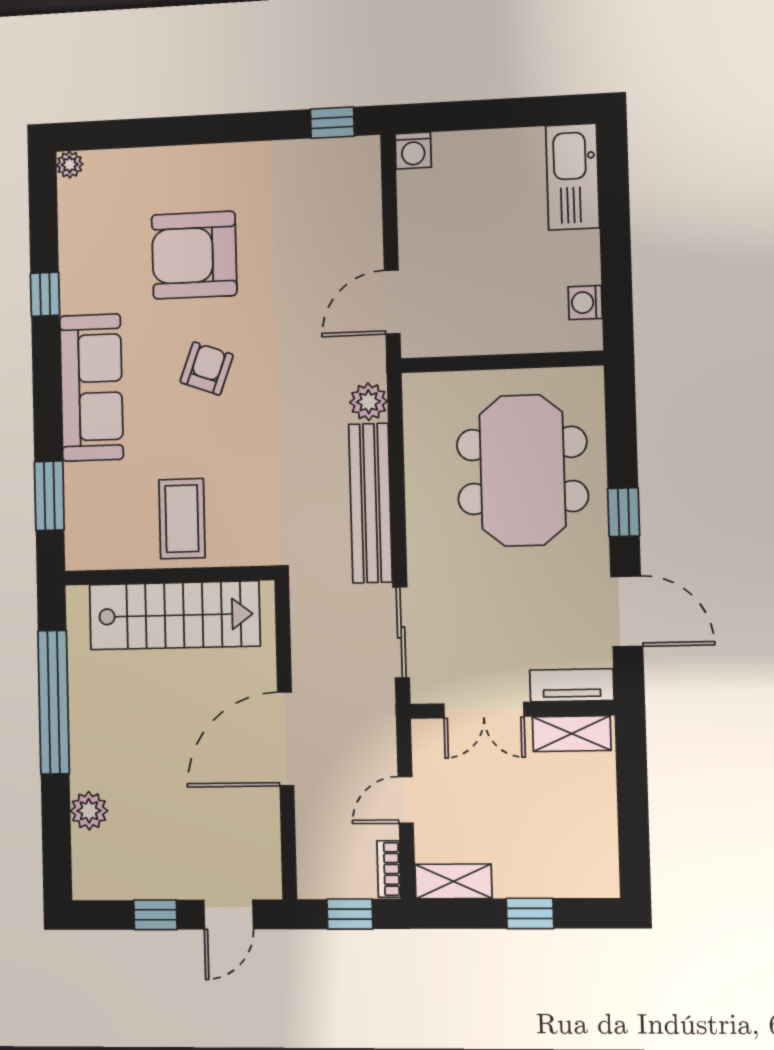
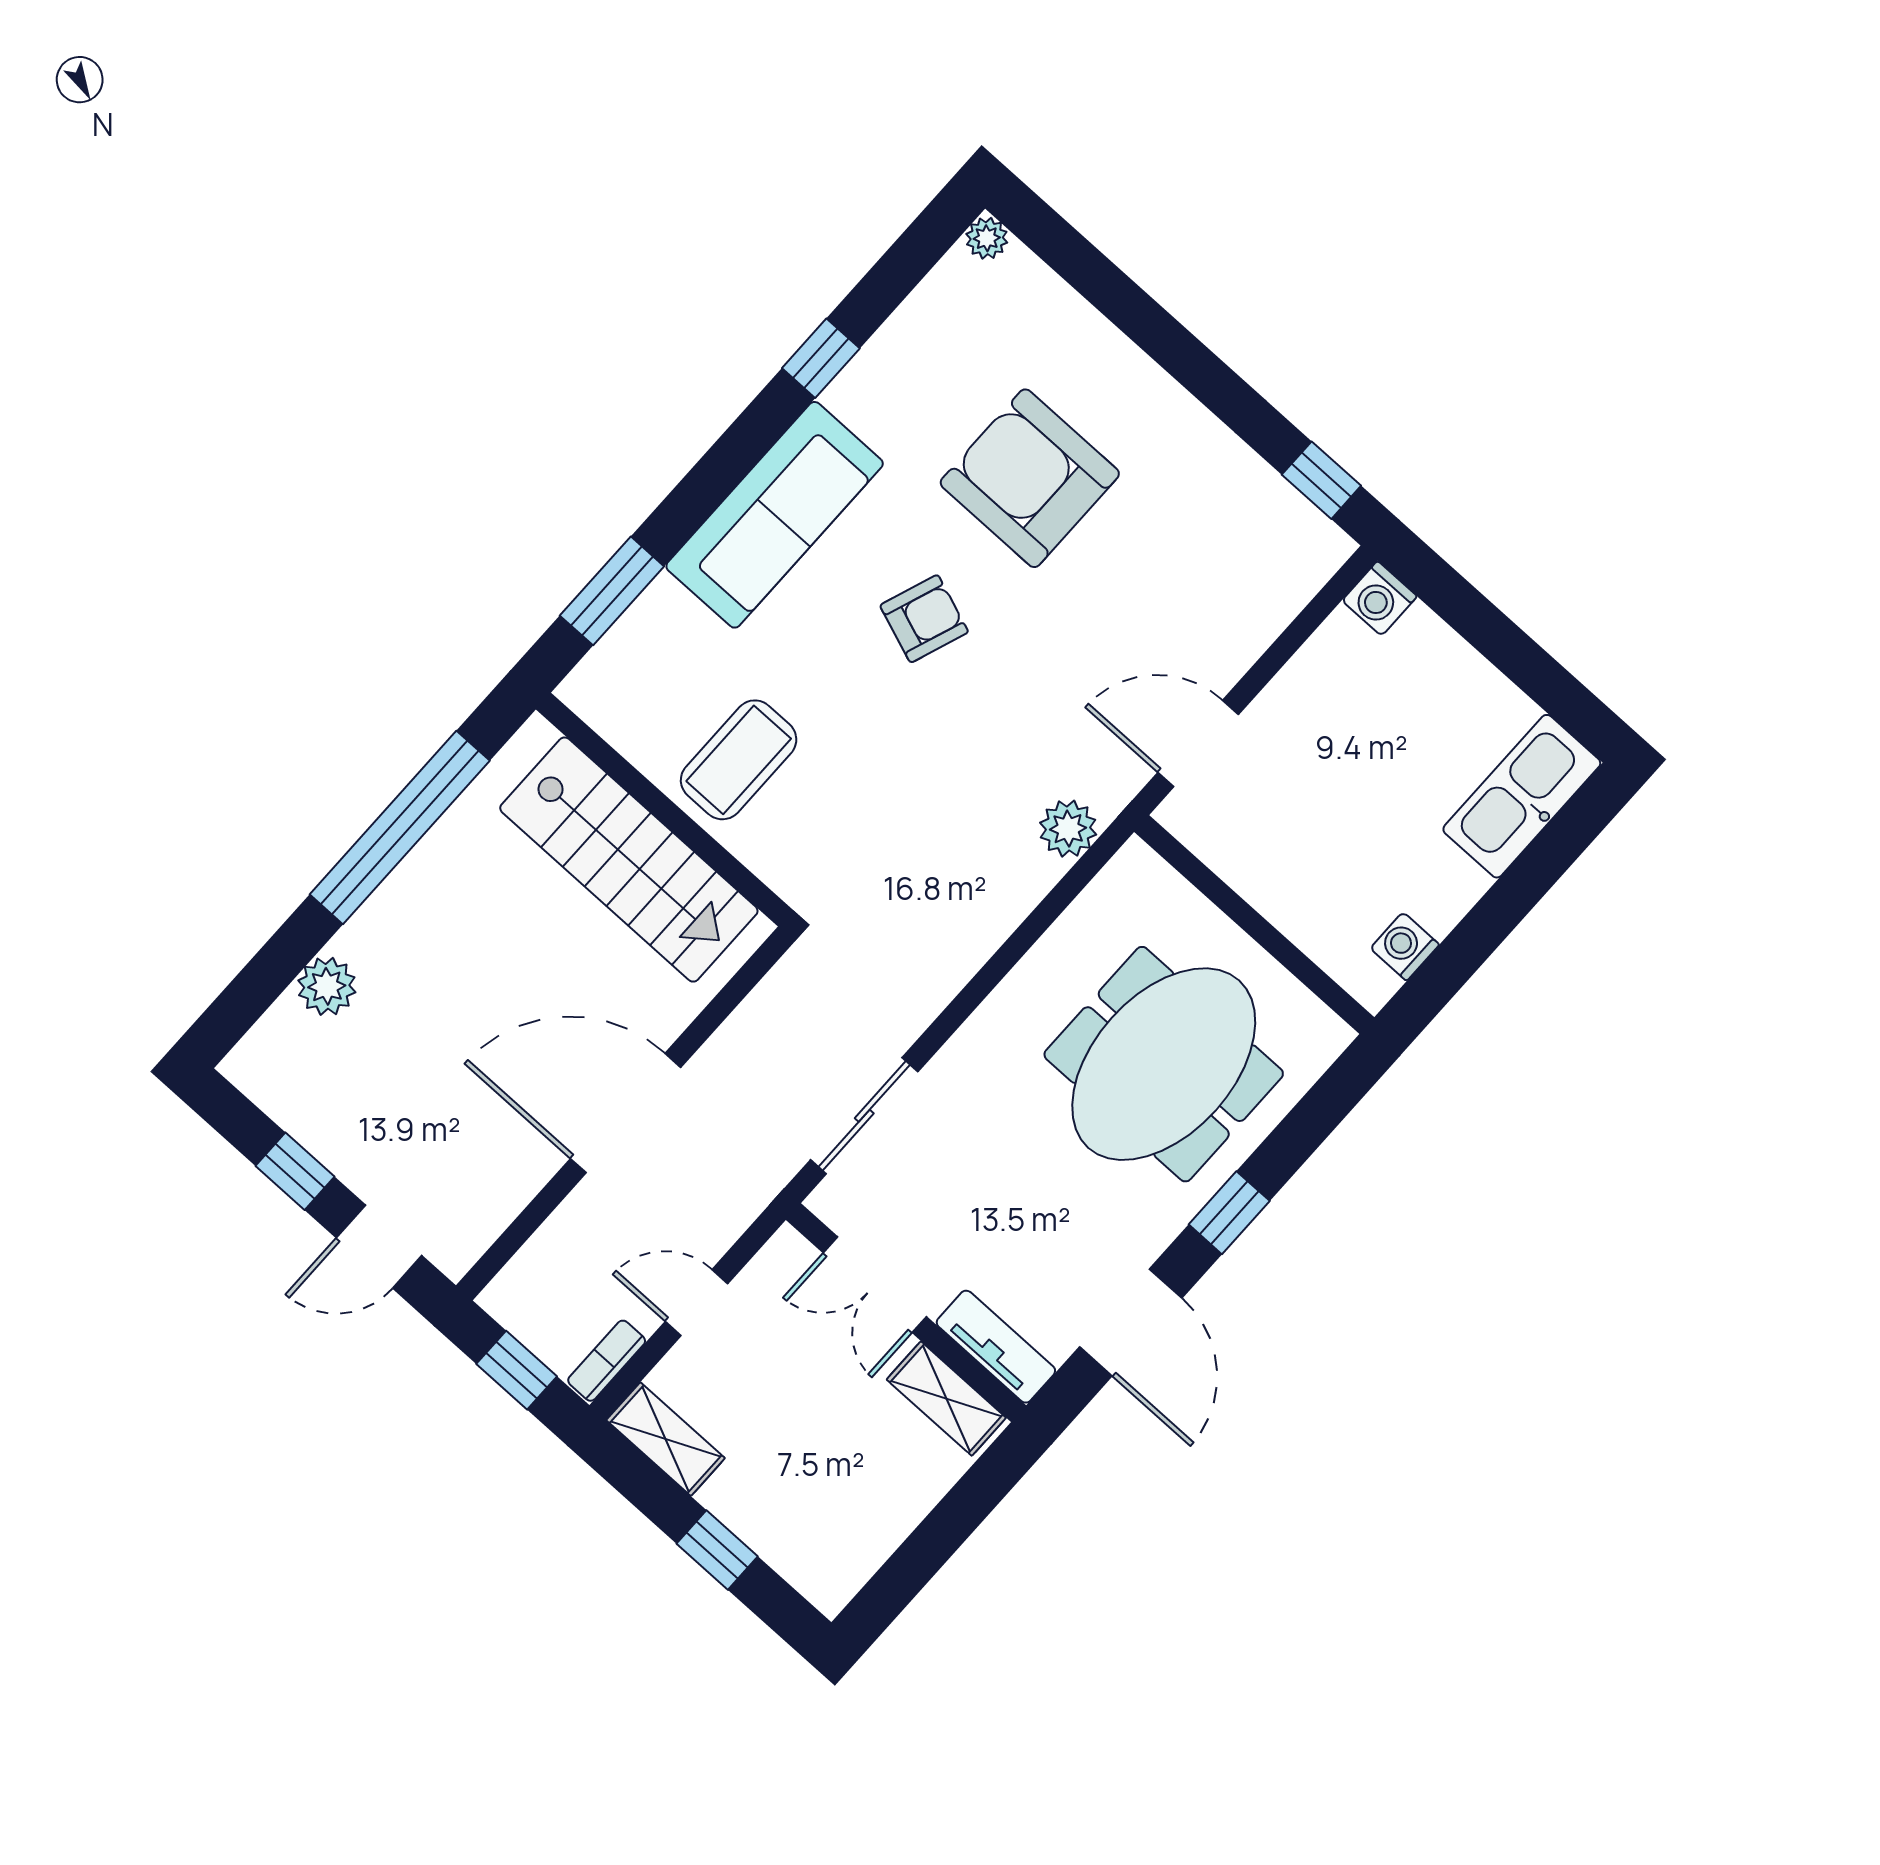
bench: (370, 503) -> (965, 942), removed

